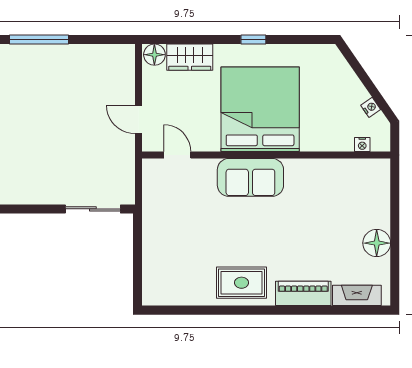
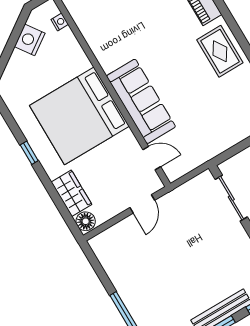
nightstand: (371, 107) -> (30, 40), width x1.89, depth x1.79
door: (177, 155) -> (152, 158), swing flipped
sofa: (250, 177) -> (141, 101), width x1.36

